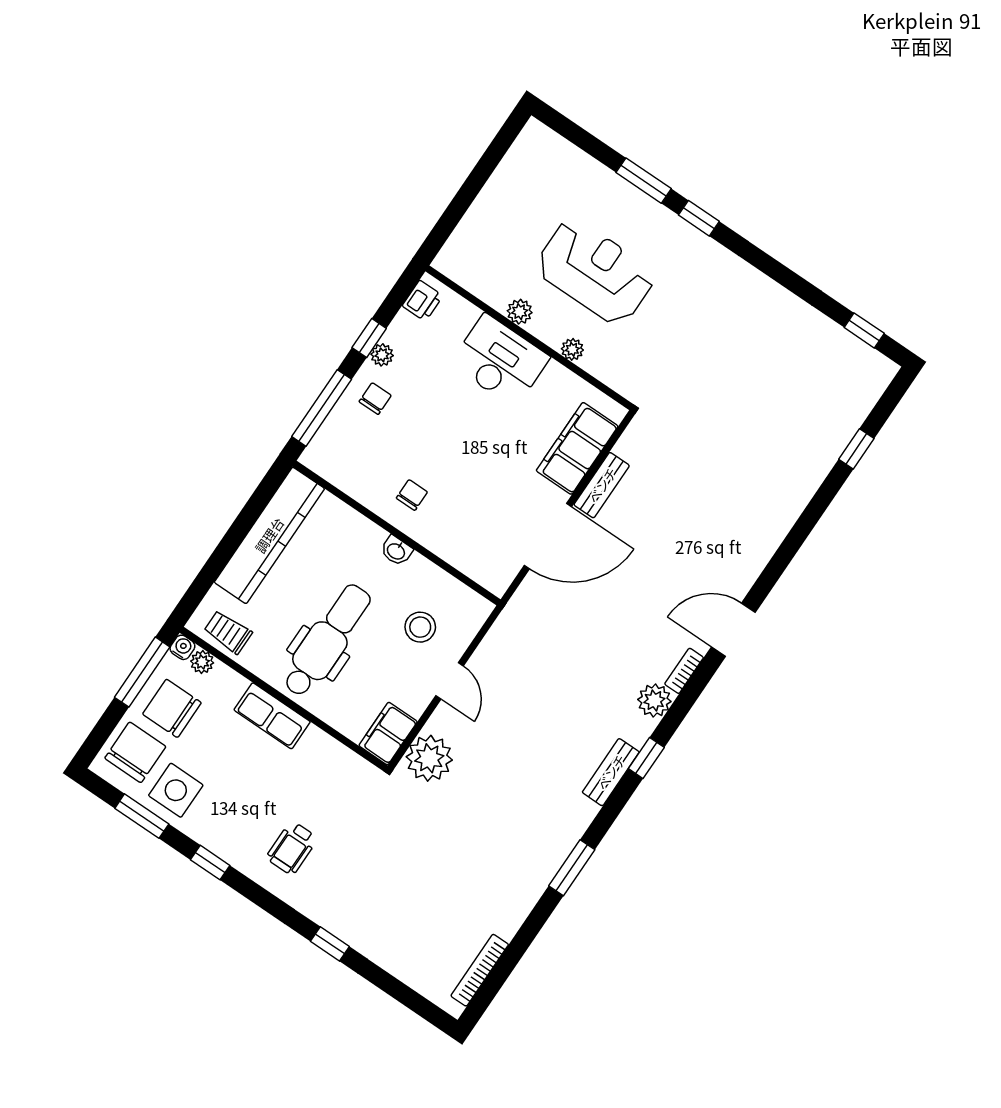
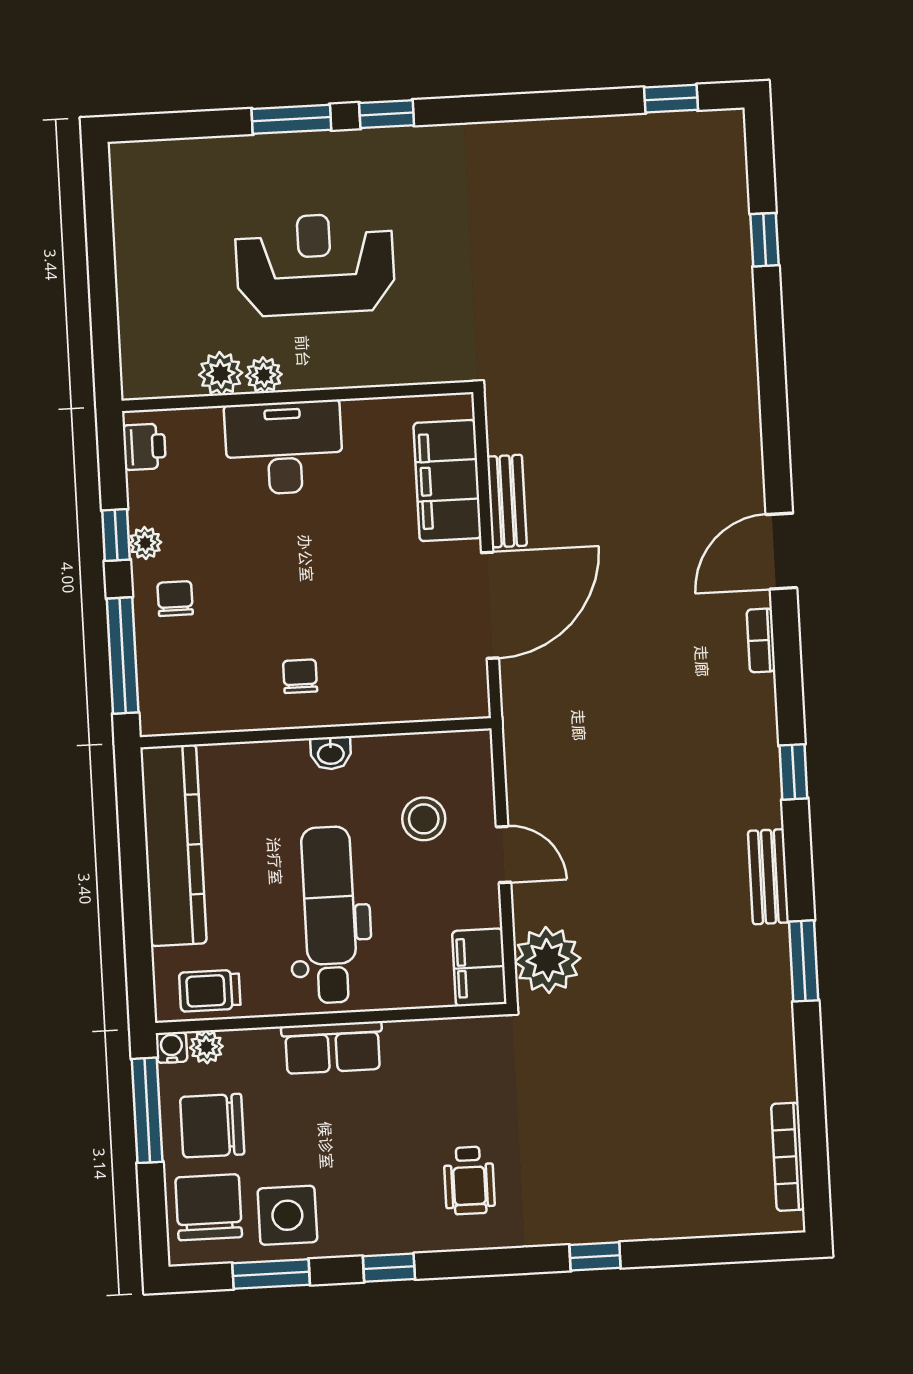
plant: (572, 349) -> (221, 374), moved, width x1.38, depth x1.38
plant: (654, 701) -> (753, 700), removed
bench: (611, 772) -> (768, 877), moved

